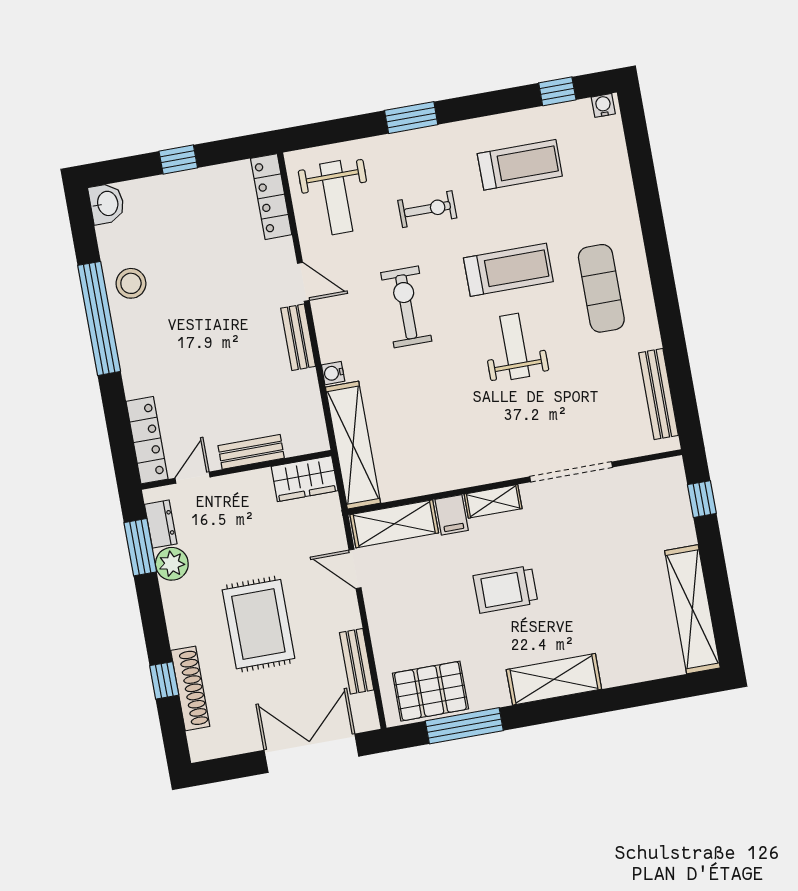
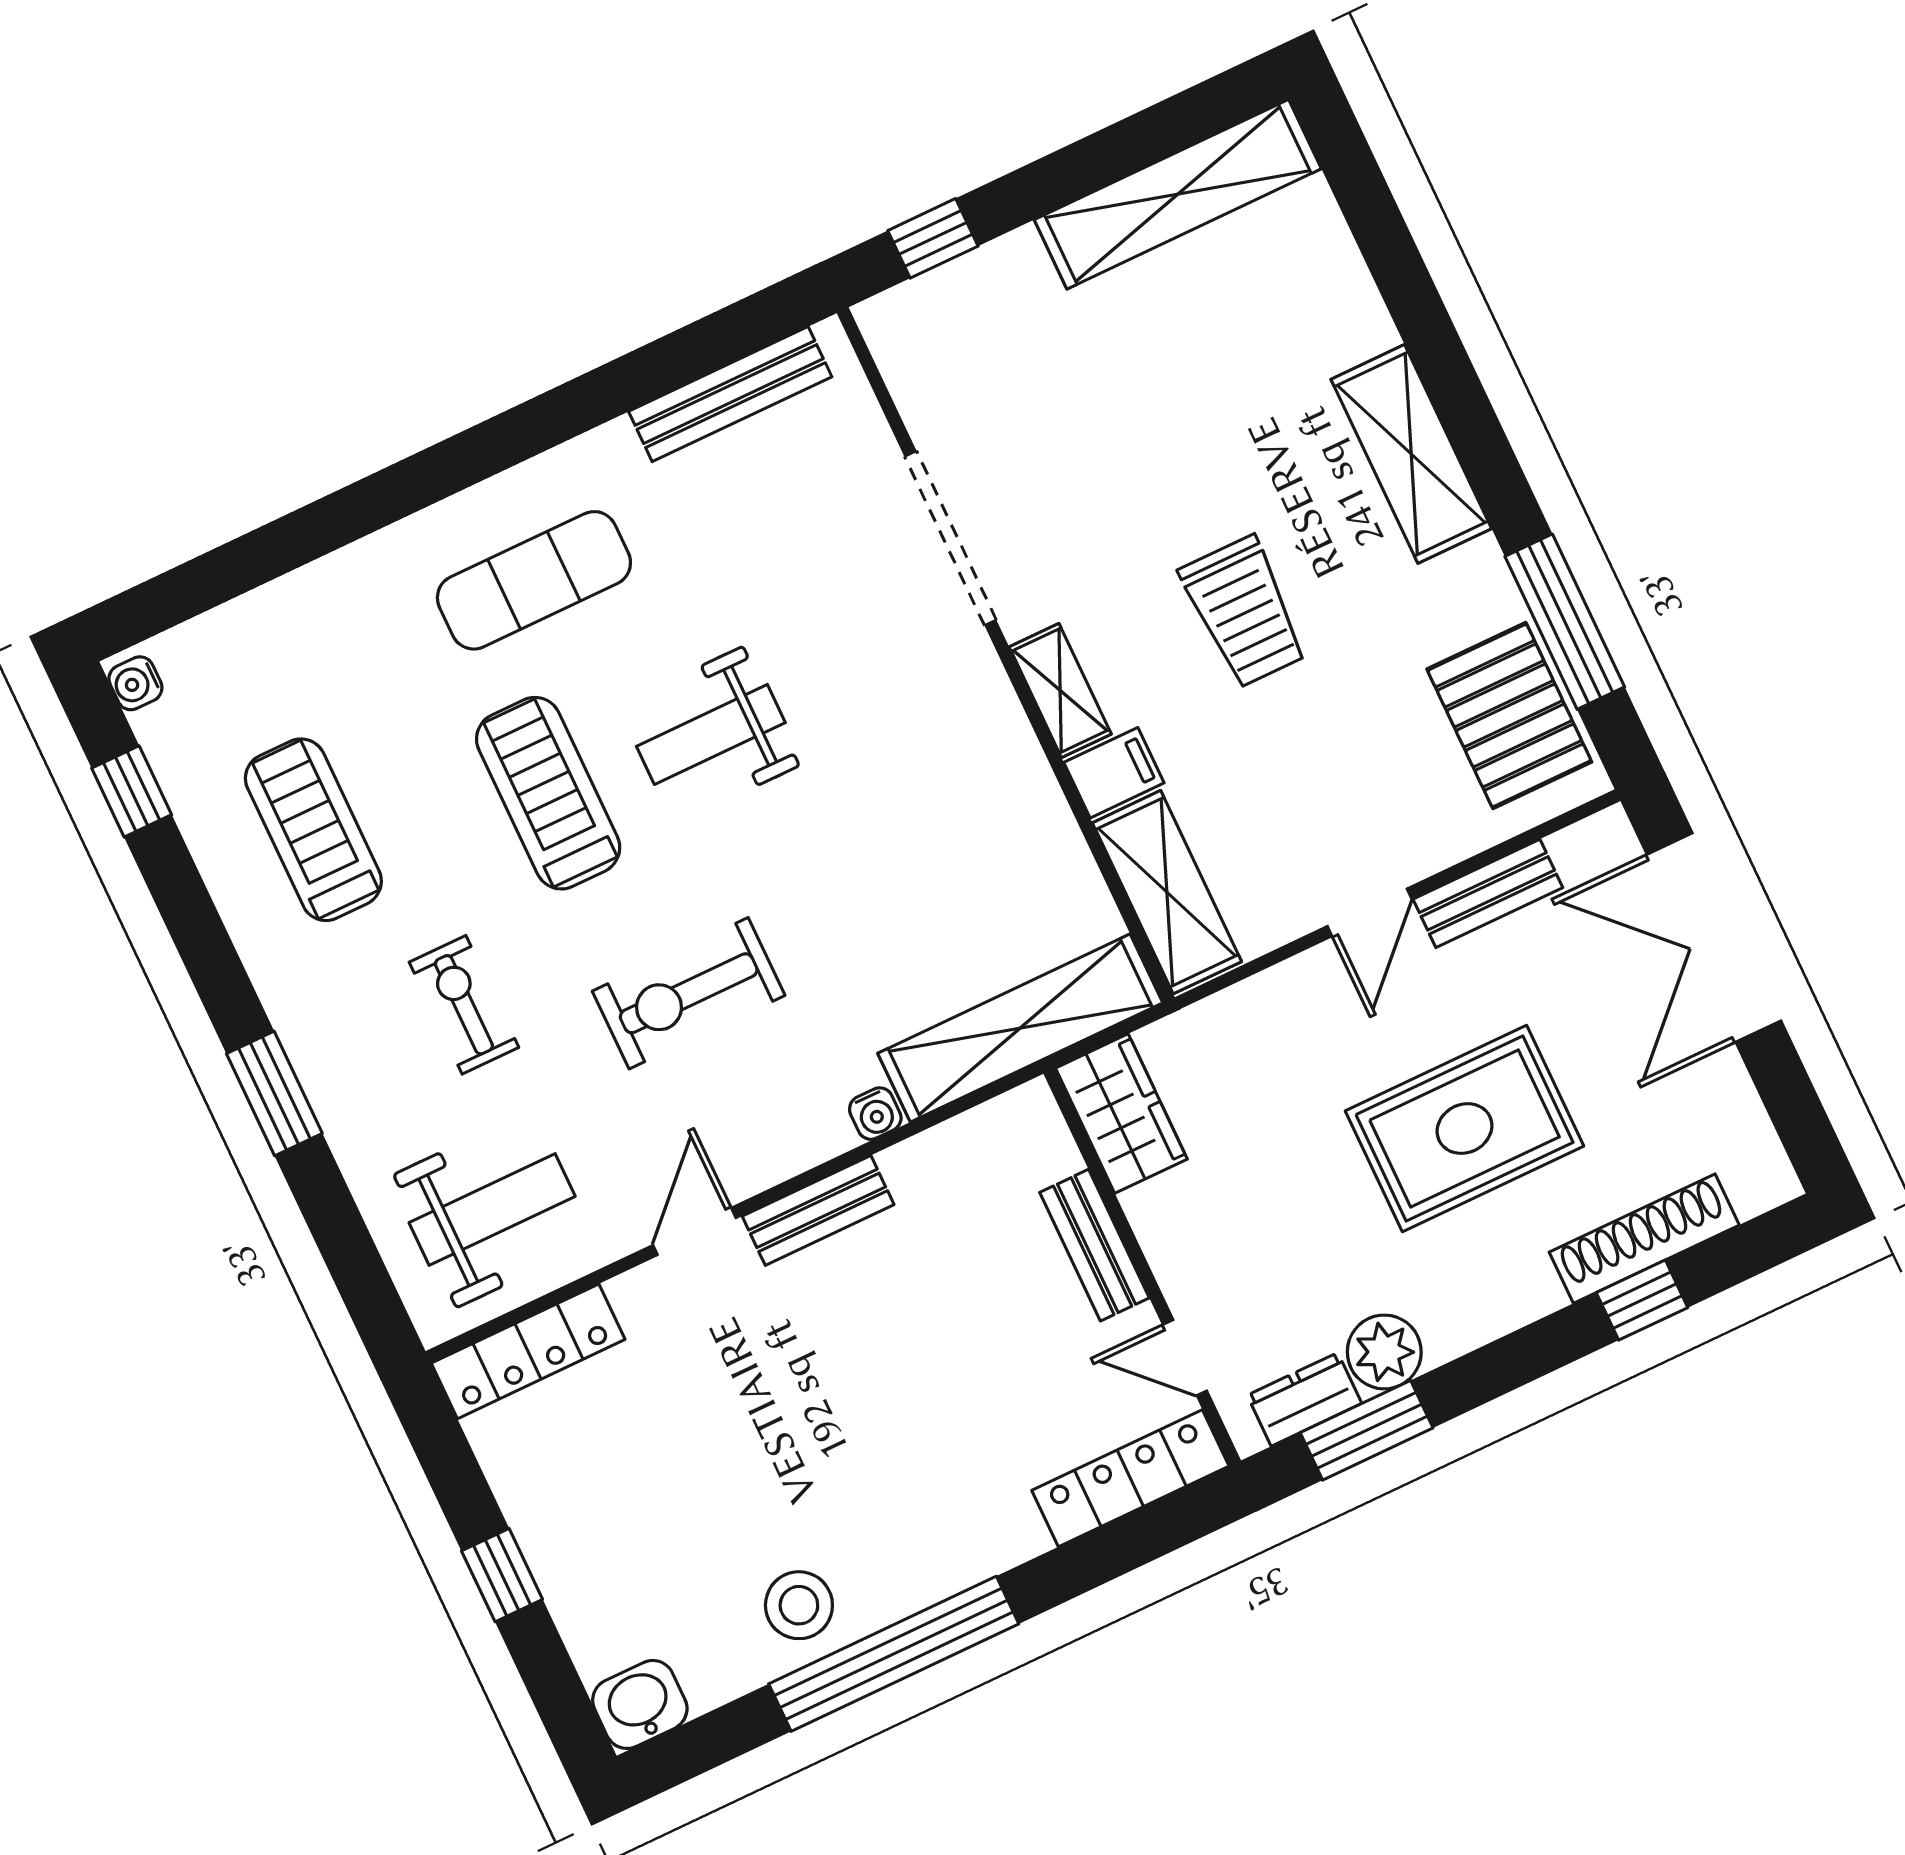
door: (355, 569) -> (1370, 912), moved

